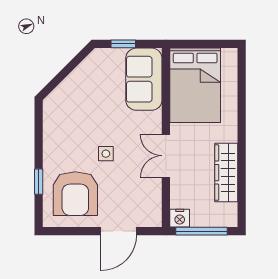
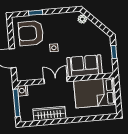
sofa: (144, 79) -> (84, 66), moved
plant: (58, 97) -> (82, 19), added

